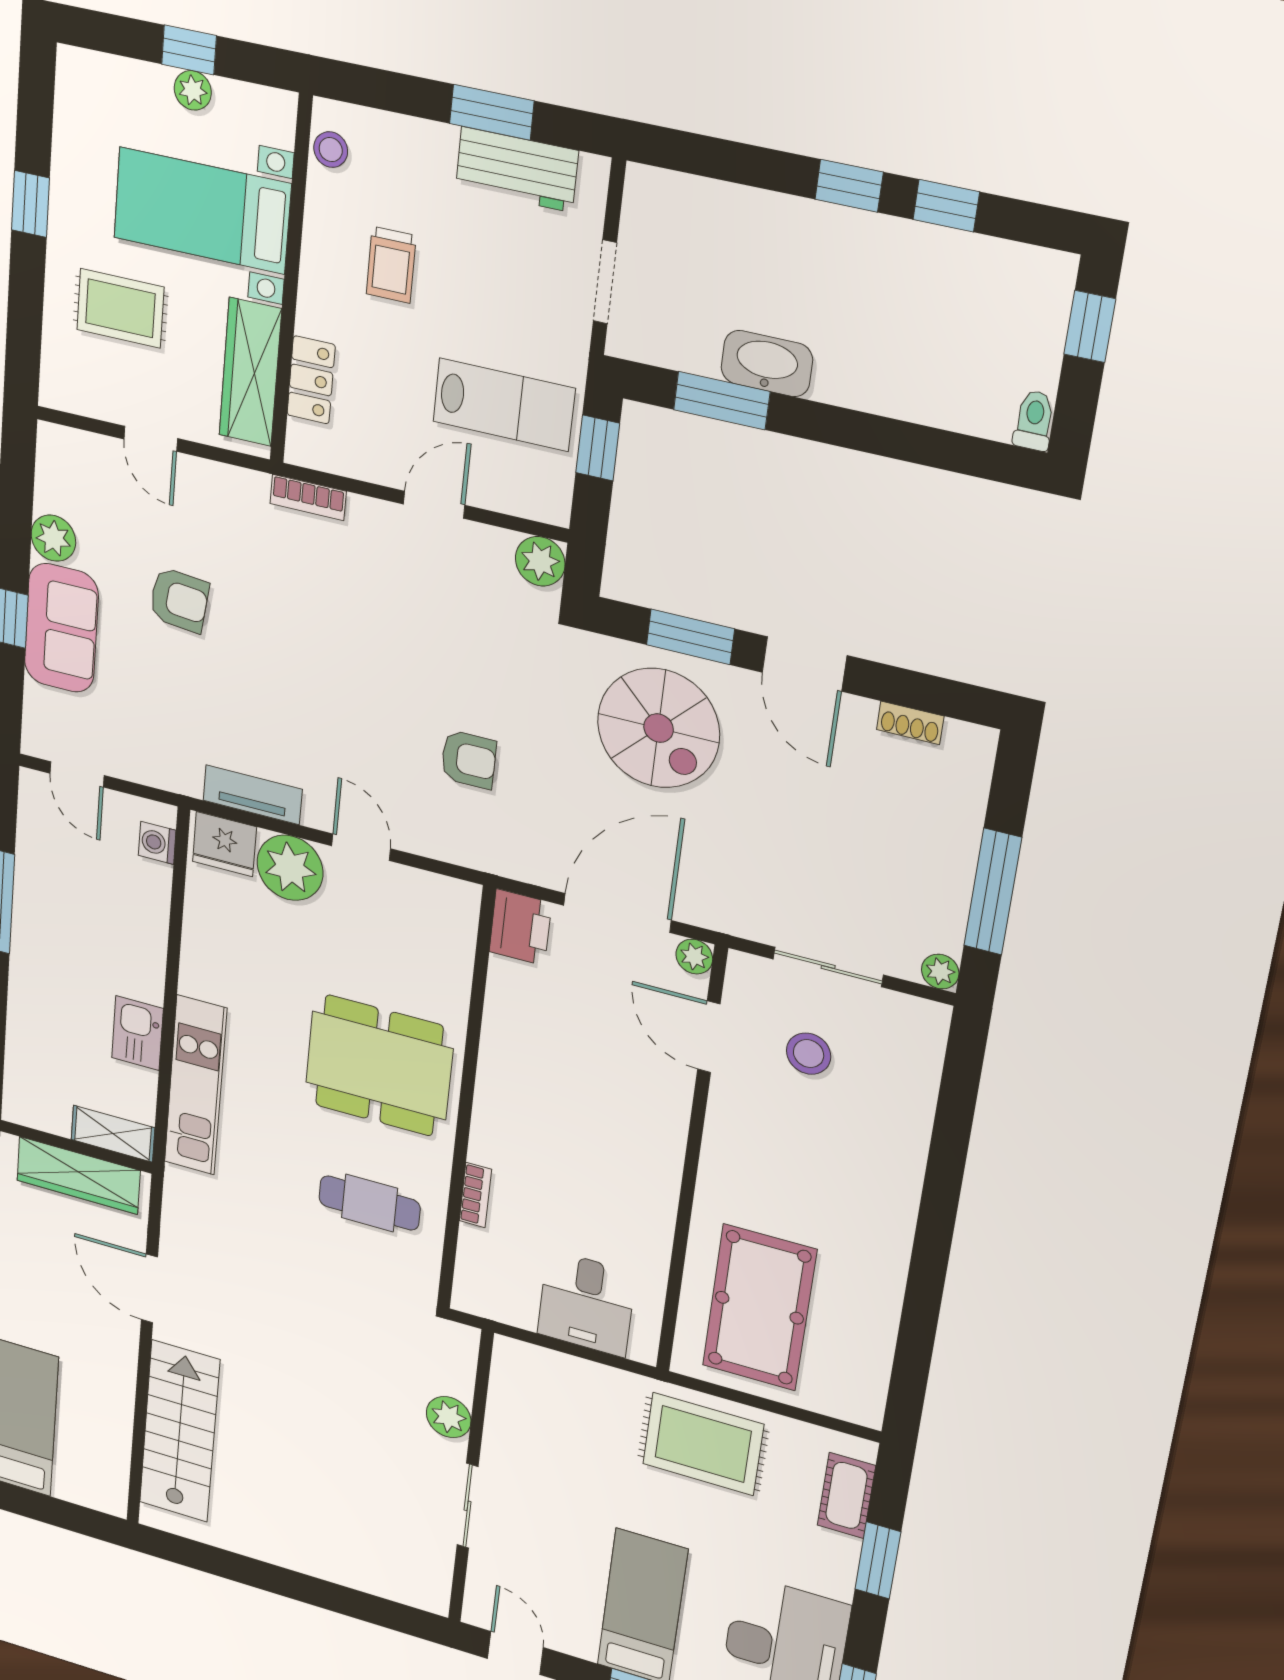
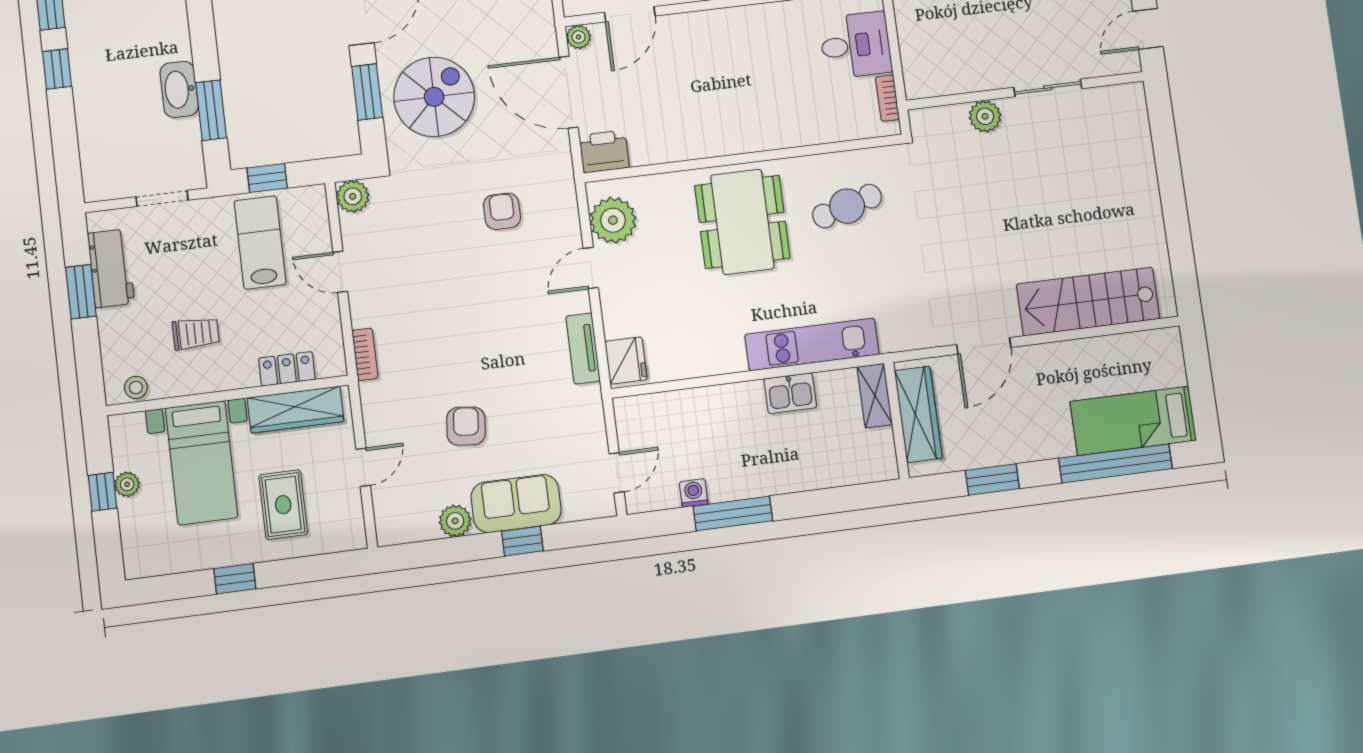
washing machine: (157, 843) -> (694, 493), moved, turned 180
plant: (290, 868) -> (613, 220), moved
bookcase: (475, 1195) -> (887, 98), moved, turned -90
cafe table: (369, 1203) -> (847, 206), turned 74

